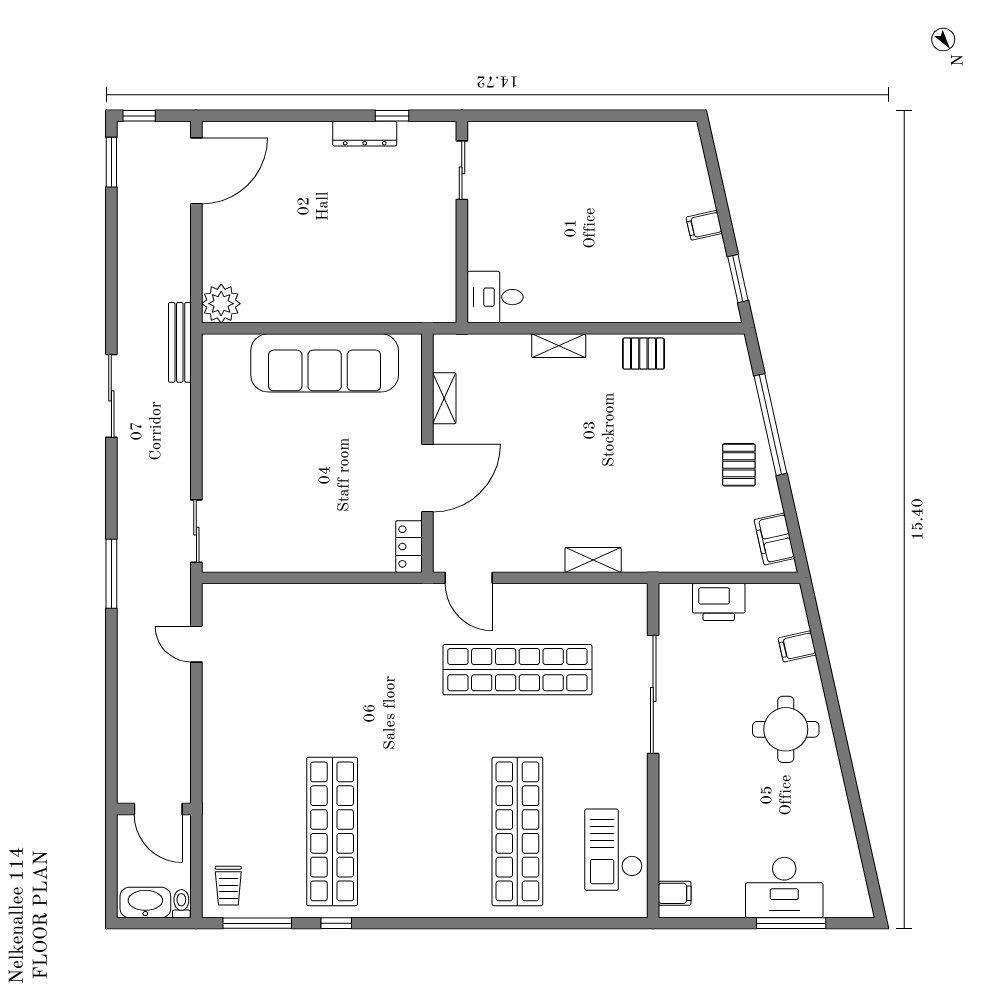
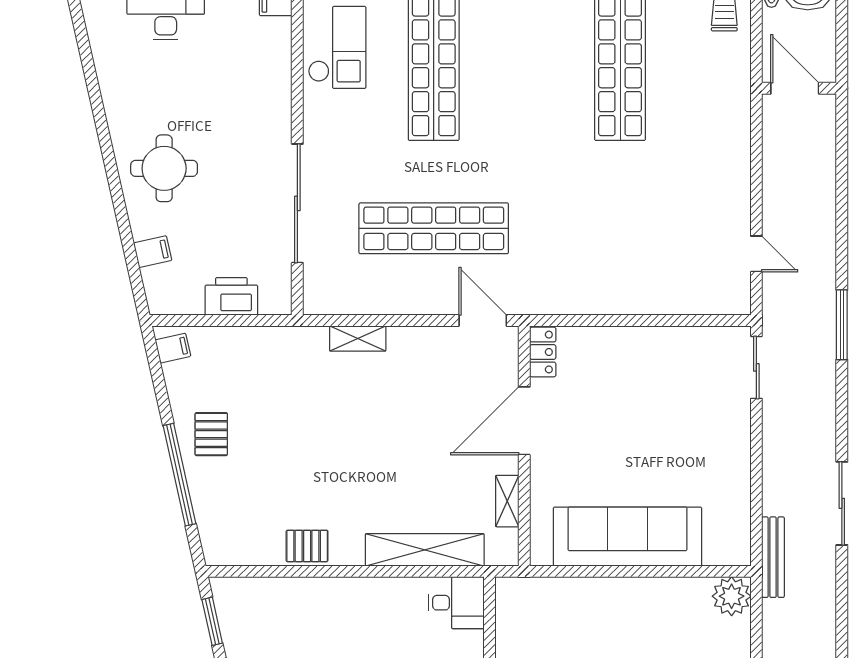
shelving: (559, 346) -> (425, 550), width x2.20, depth x1.33
filing cabinet: (774, 539) -> (173, 348), width x0.50

